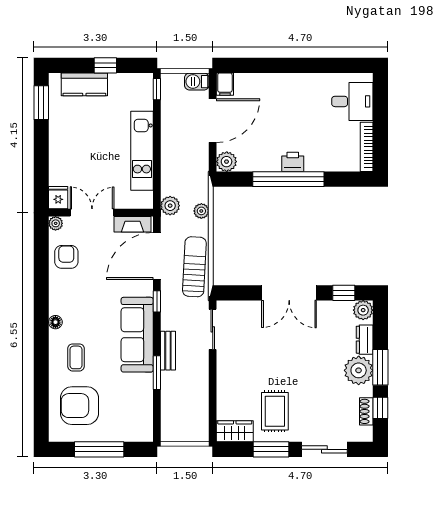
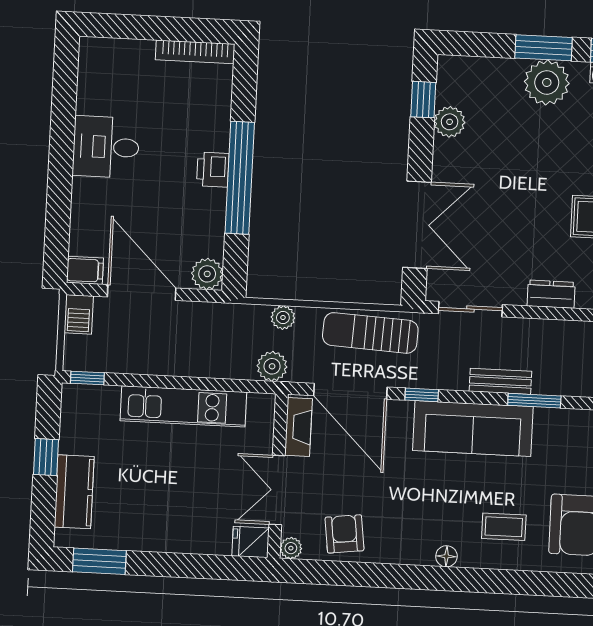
desk: (352, 101) -> (106, 147), moved, turned -90
armchair: (66, 257) -> (345, 534), turned 83
double door: (289, 293) -> (417, 225), moved
plant: (363, 310) -> (450, 122), moved
dresser: (365, 340) -> (551, 294), moved, turned 180

